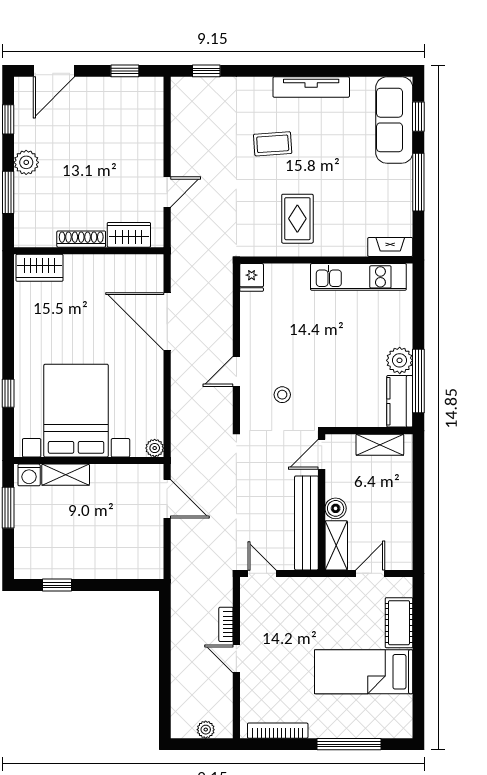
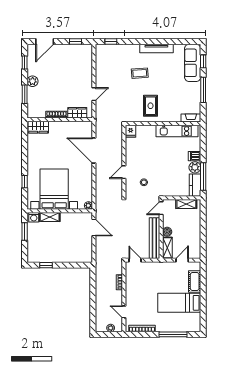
dishwasher: (399, 334) -> (194, 156), added
door: (236, 659) -> (124, 312), moved

